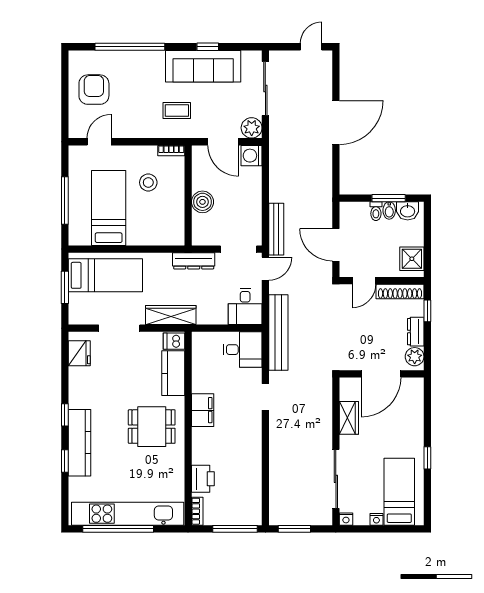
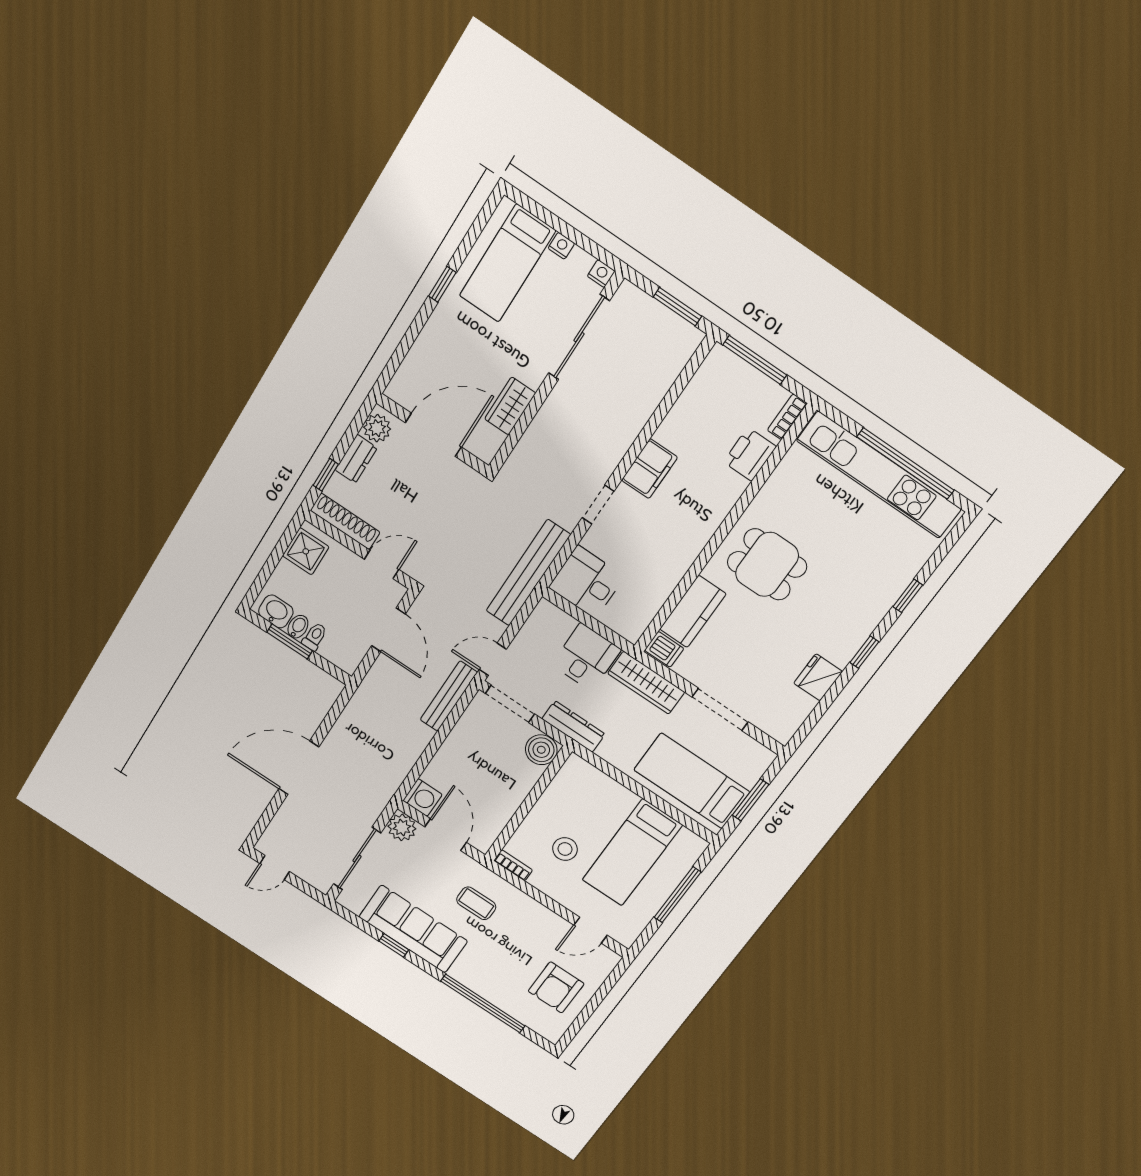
boiler: (202, 202) -> (541, 750), moved
desk: (245, 307) -> (586, 657), moved
fridge: (79, 353) -> (818, 677), moved
filing cabinet: (203, 410) -> (649, 469), moved, turned 180
kitchen counter: (80, 443) -> (872, 606), removed

